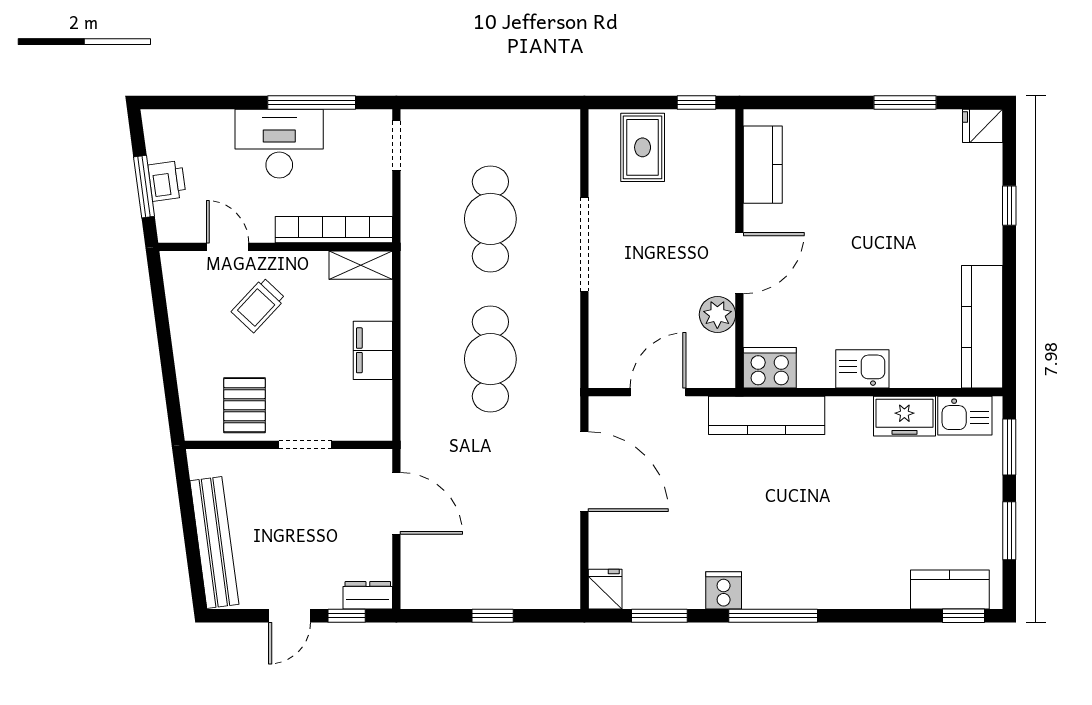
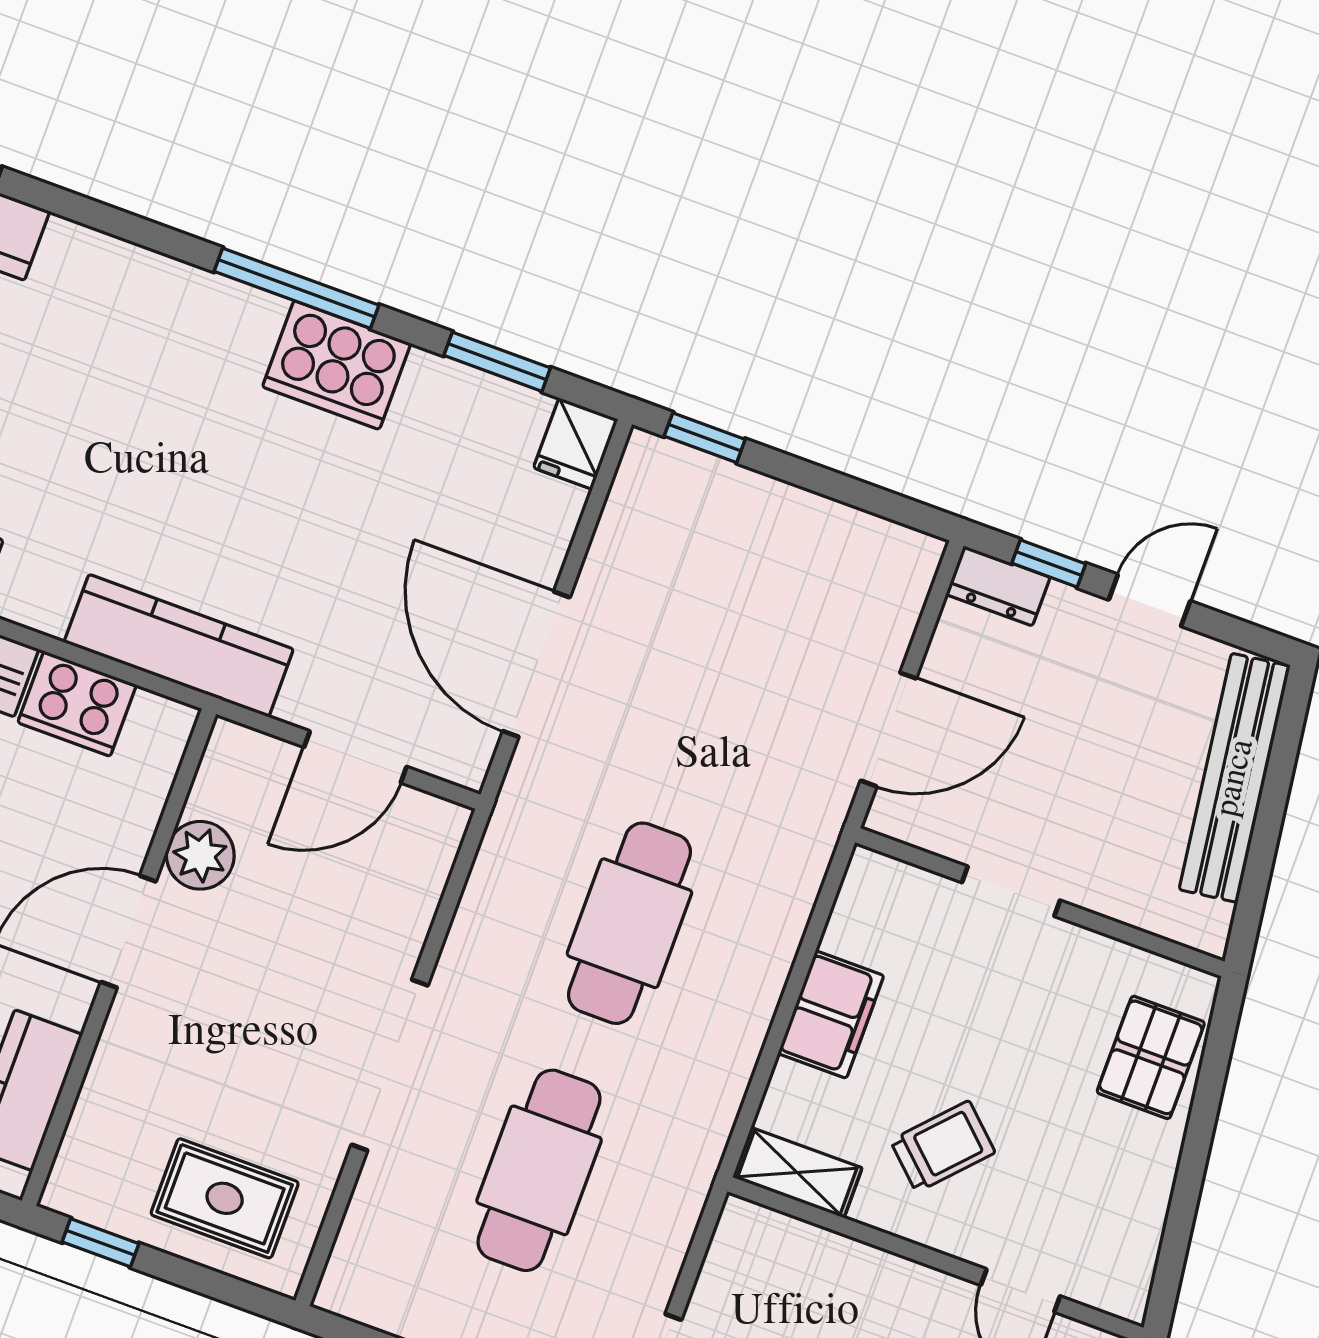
rug: (643, 147) -> (225, 1198), turned 90
bookcase: (334, 230) -> (822, 1252), removed
trolley: (258, 305) -> (943, 1146), moved
cooker: (770, 368) -> (77, 704), moved
pallet: (244, 405) -> (1151, 1057), moved
door: (396, 503) -> (888, 730), swing flipped
cooker: (724, 590) -> (337, 365), width x1.87, depth x1.31
window: (493, 616) -> (705, 438), moved

